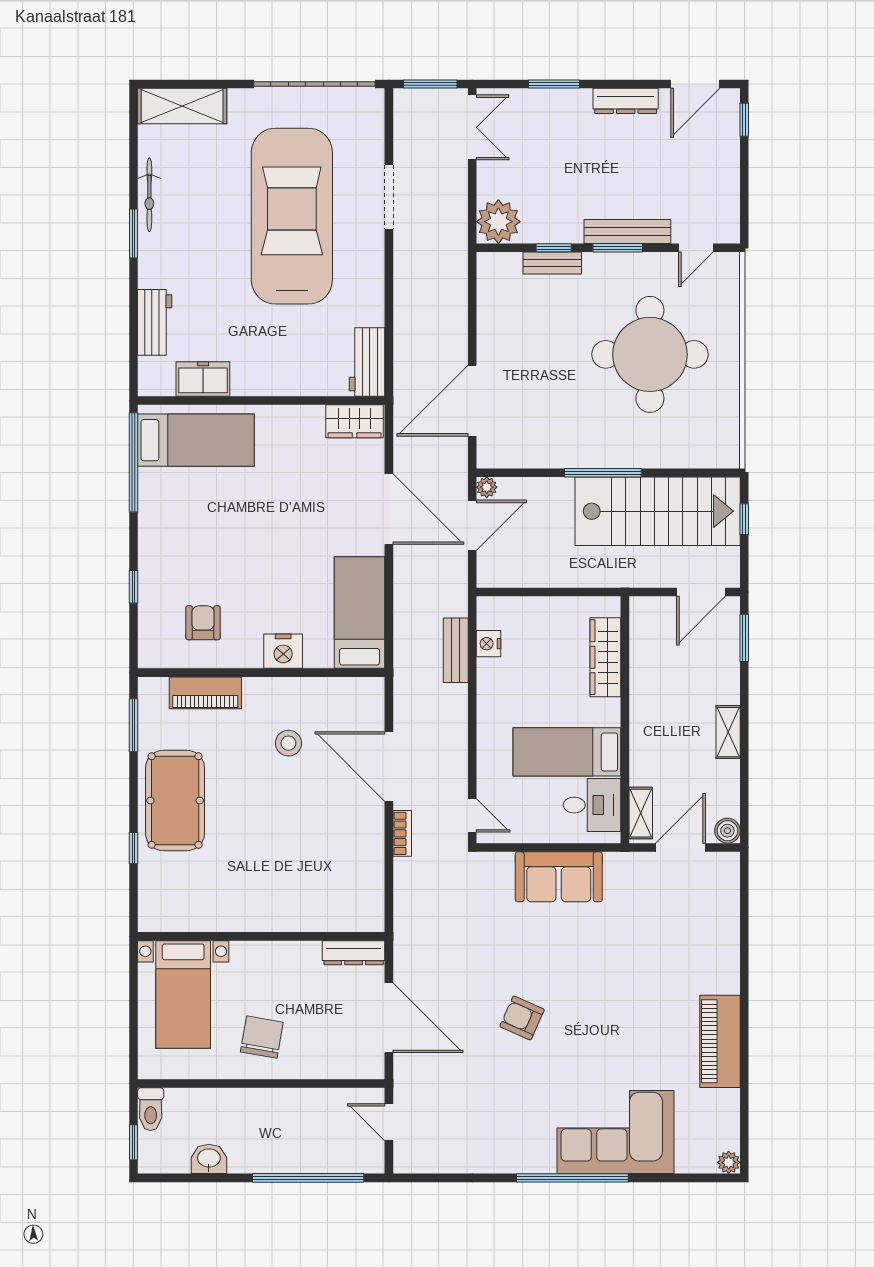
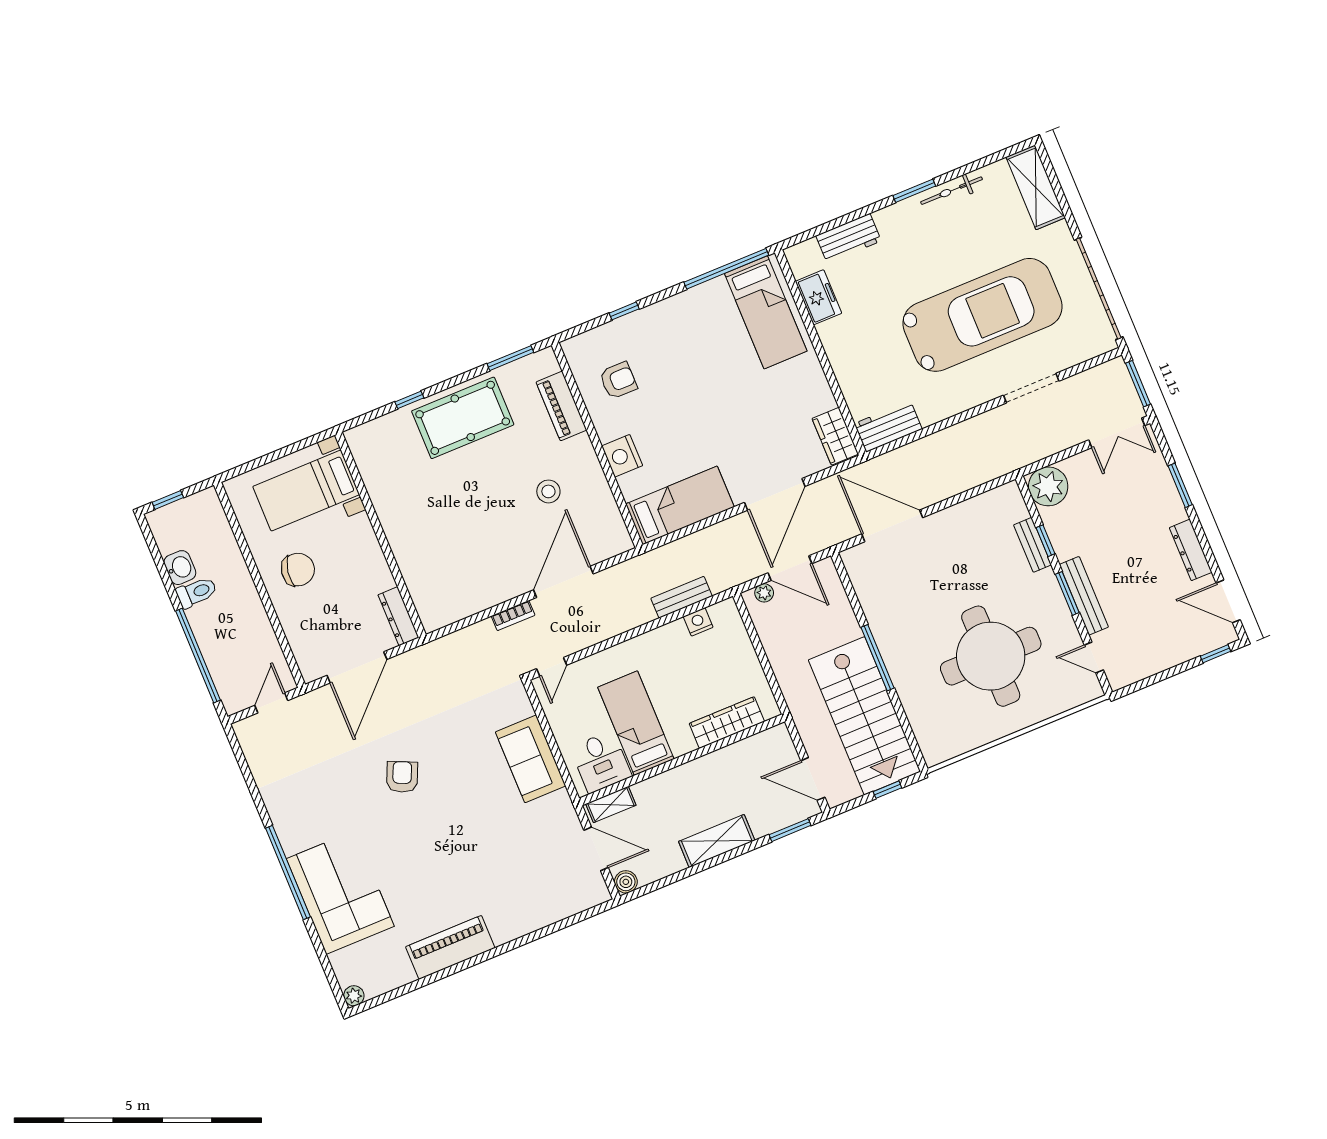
plant: (487, 487) -> (764, 593), moved
shelving: (728, 732) -> (717, 841), width x1.50, depth x1.33
toilet: (151, 1109) -> (197, 592), moved, turned 180

